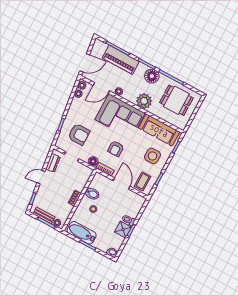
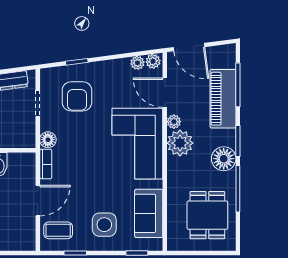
plant: (144, 101) -> (180, 143), moved
sofa: (159, 130) -> (149, 213), width x0.73
armchair: (116, 149) -> (85, 164), removed

